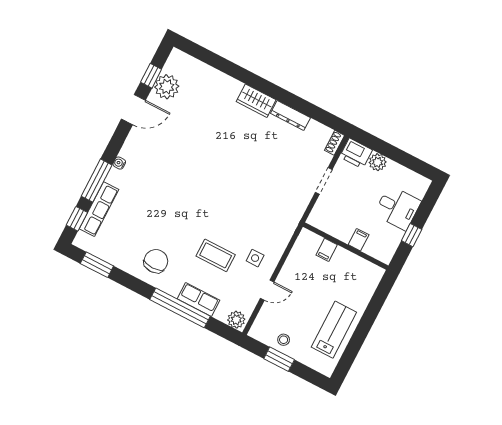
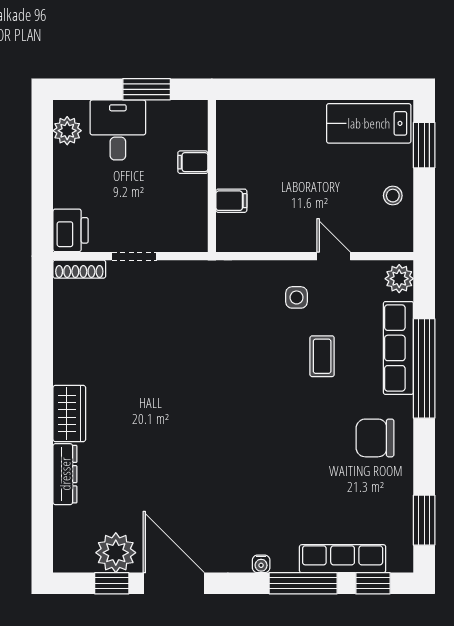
door: (133, 110) -> (174, 583), width x1.36
dresser: (290, 115) -> (65, 474), moved
shoe rack: (334, 143) -> (79, 269), width x1.43
plant: (378, 162) -> (67, 131), moved
window: (412, 235) -> (147, 89), width x1.50
coffee table: (216, 255) -> (322, 356), width x0.73, depth x0.77
row of seats: (198, 300) -> (398, 348), width x1.48
lab bench: (334, 330) -> (369, 123), moved
window: (279, 359) -> (424, 145), moved

